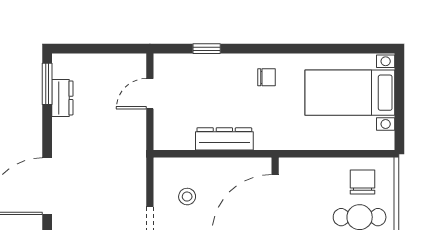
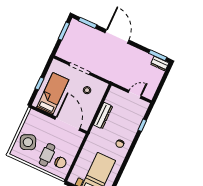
door: (150, 94) -> (135, 94), hinge flipped
dresser: (62, 98) -> (160, 64), moved

